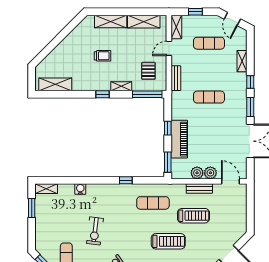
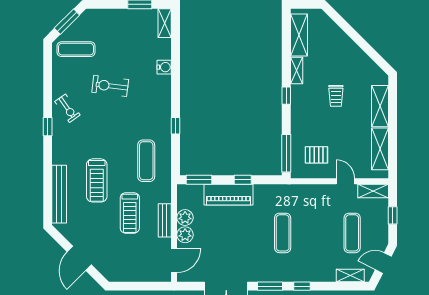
shelving: (242, 61) -> (350, 276), moved
bench: (176, 78) -> (307, 190), removed
shelving: (121, 86) -> (297, 71), moved

